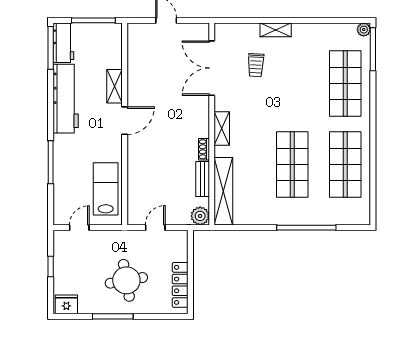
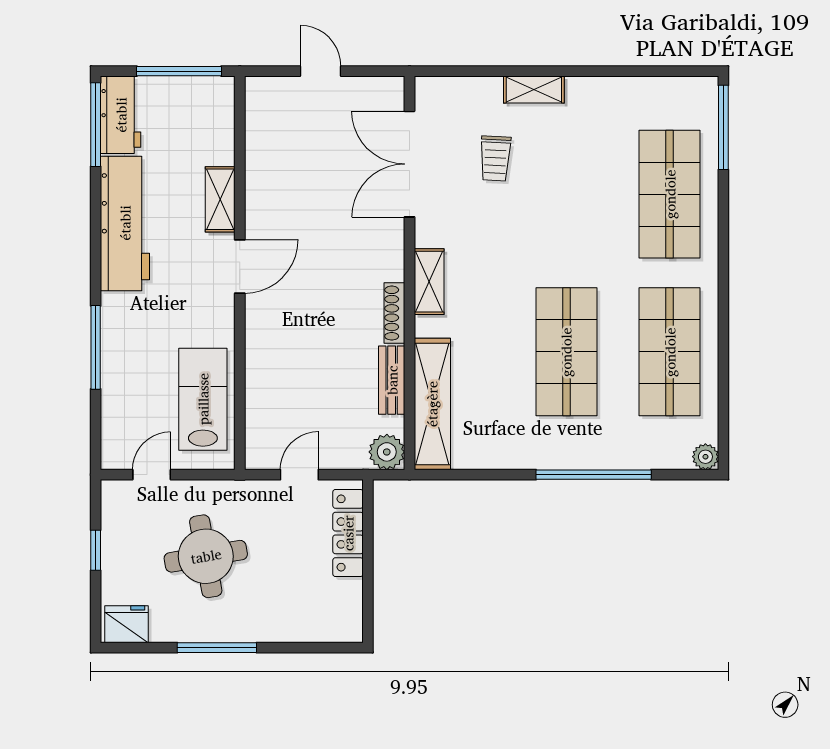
plant: (364, 30) -> (705, 457), moved
shoe rack: (204, 149) -> (394, 313), width x1.43
round table: (126, 280) -> (206, 556), moved
locker: (180, 285) -> (348, 533), moved

